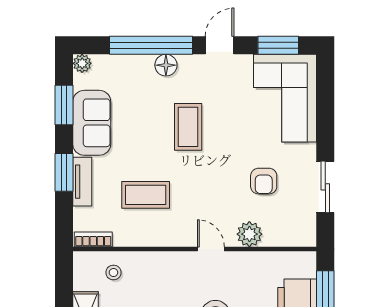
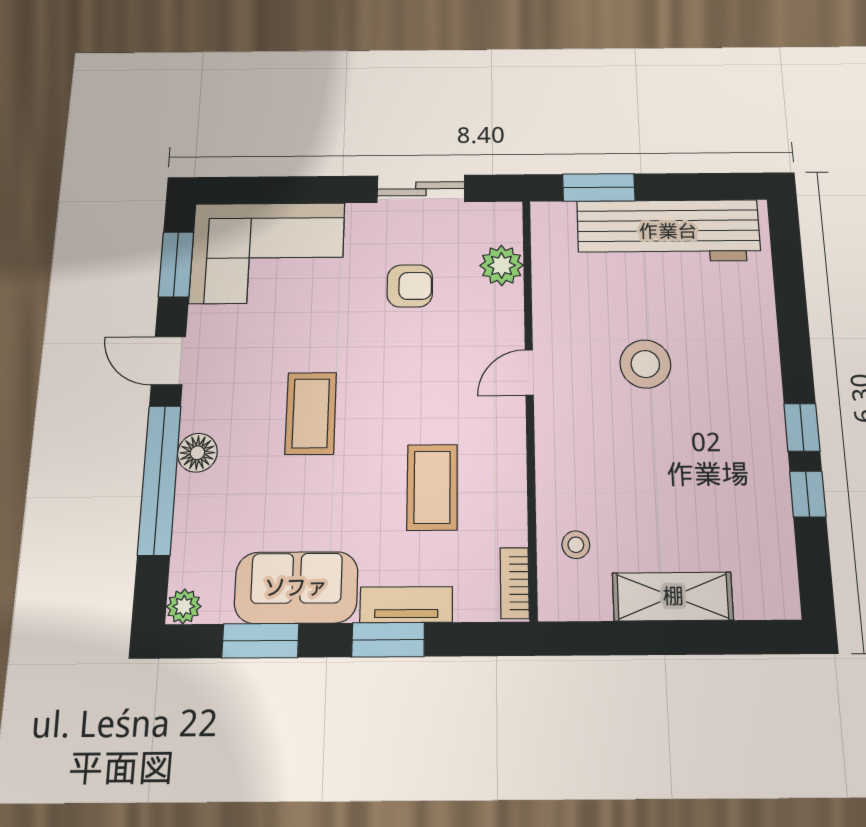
coffee table: (188, 127) -> (311, 413), turned 90
plant: (249, 234) -> (502, 265), moved

